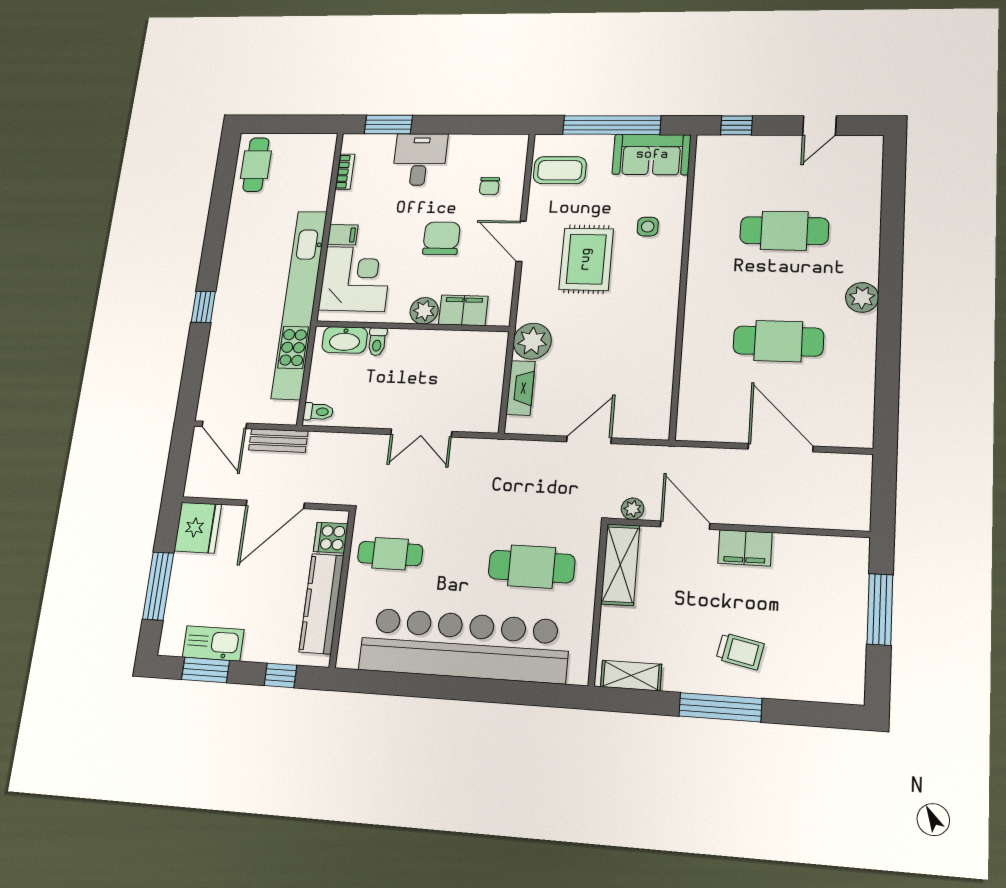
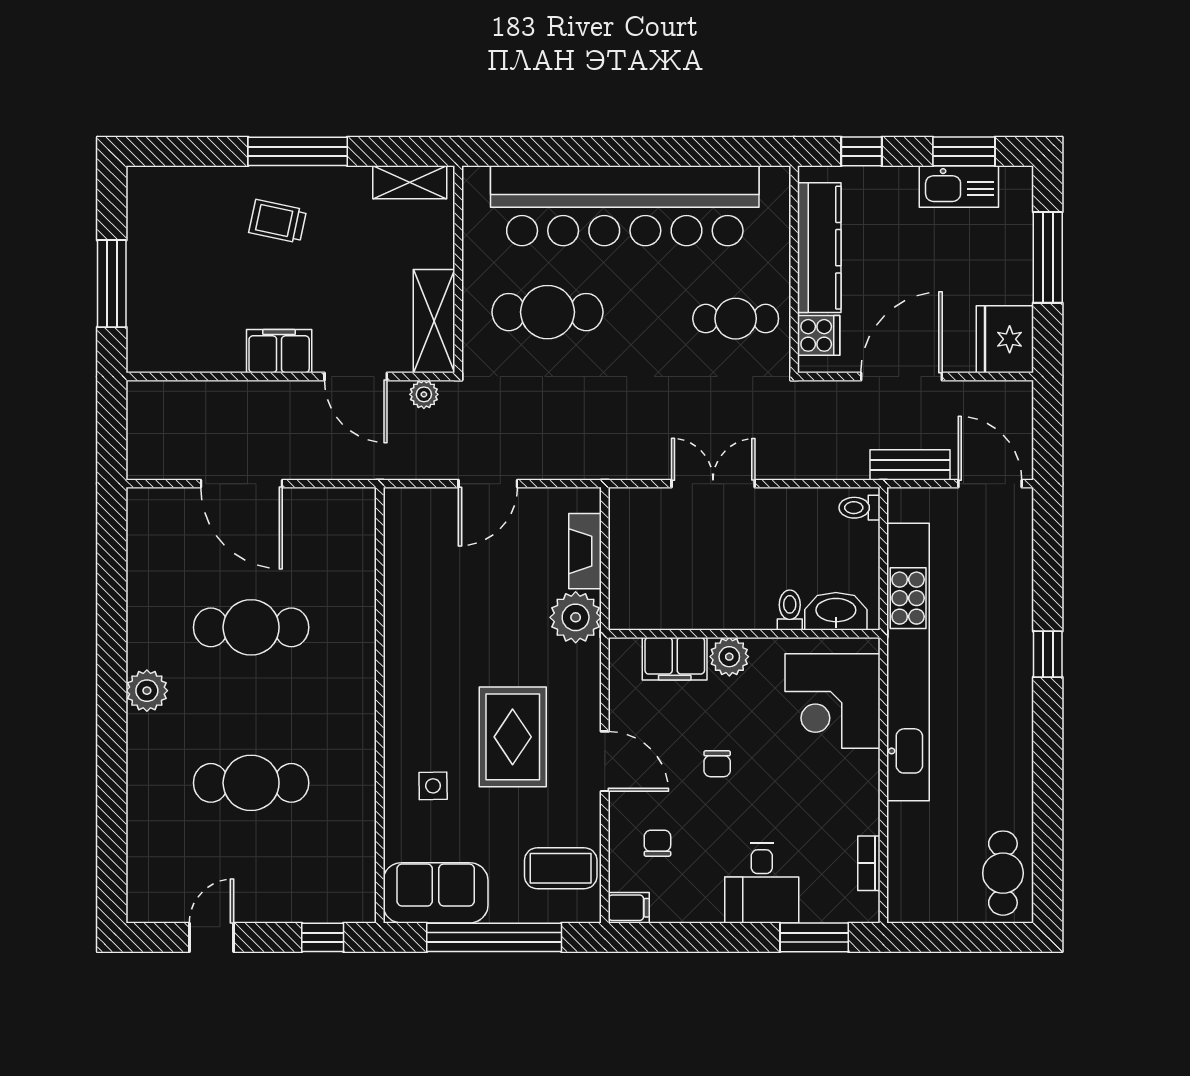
filing cabinet: (343, 235) -> (629, 908), moved, turned 180
chair: (441, 238) -> (717, 764), width x0.54, depth x0.54

